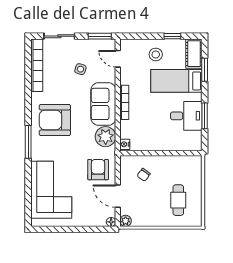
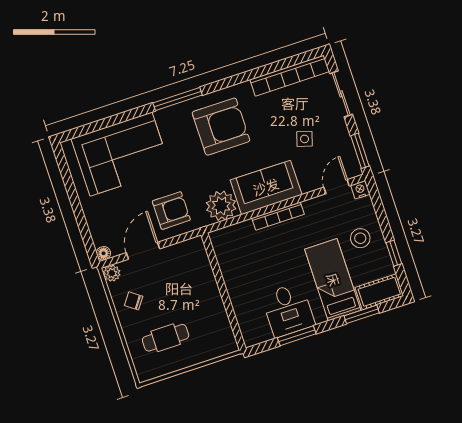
armchair: (55, 120) -> (221, 127), turned 90
nightstand: (125, 144) -> (360, 190), moved
chair: (144, 175) -> (134, 301), moved

